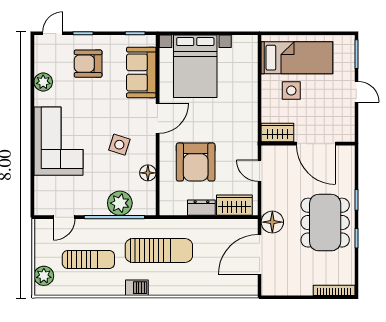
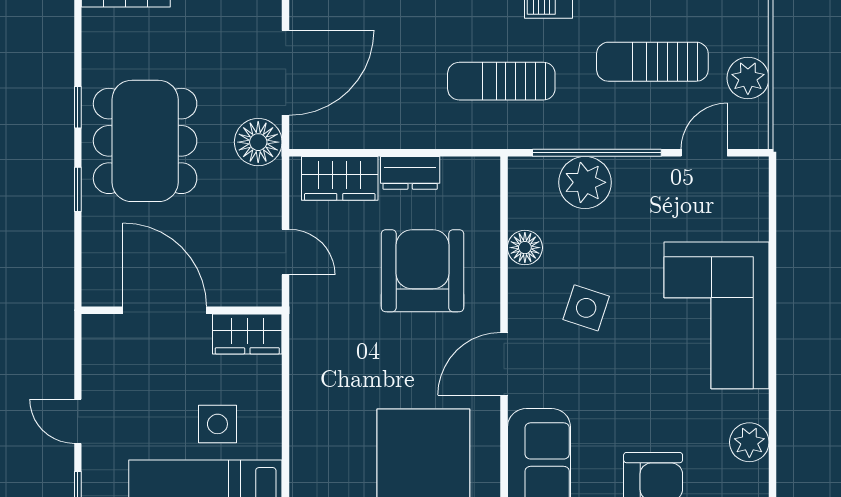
sun lounger: (159, 250) -> (501, 81), width x0.73, depth x0.75
plant: (44, 276) -> (748, 78), moved

